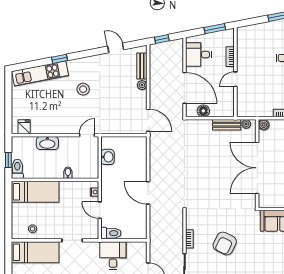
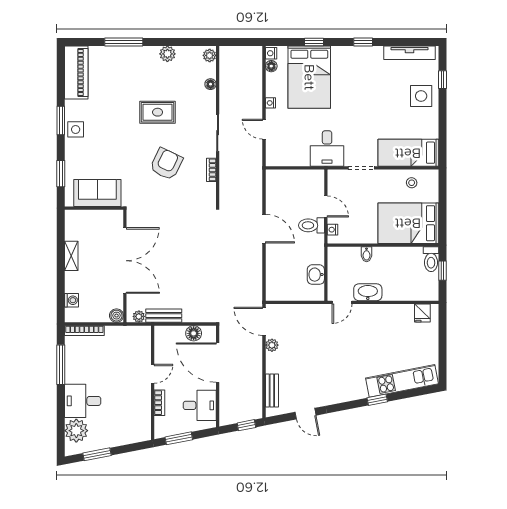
plant: (142, 85) -> (272, 345), moved
stool: (83, 89) -> (347, 361), removed
washbasin: (47, 143) -> (368, 292), moved
bed: (35, 192) -> (408, 223), width x1.50
toilet: (111, 233) -> (311, 225), moved
desk: (113, 256) -> (327, 149), moved

